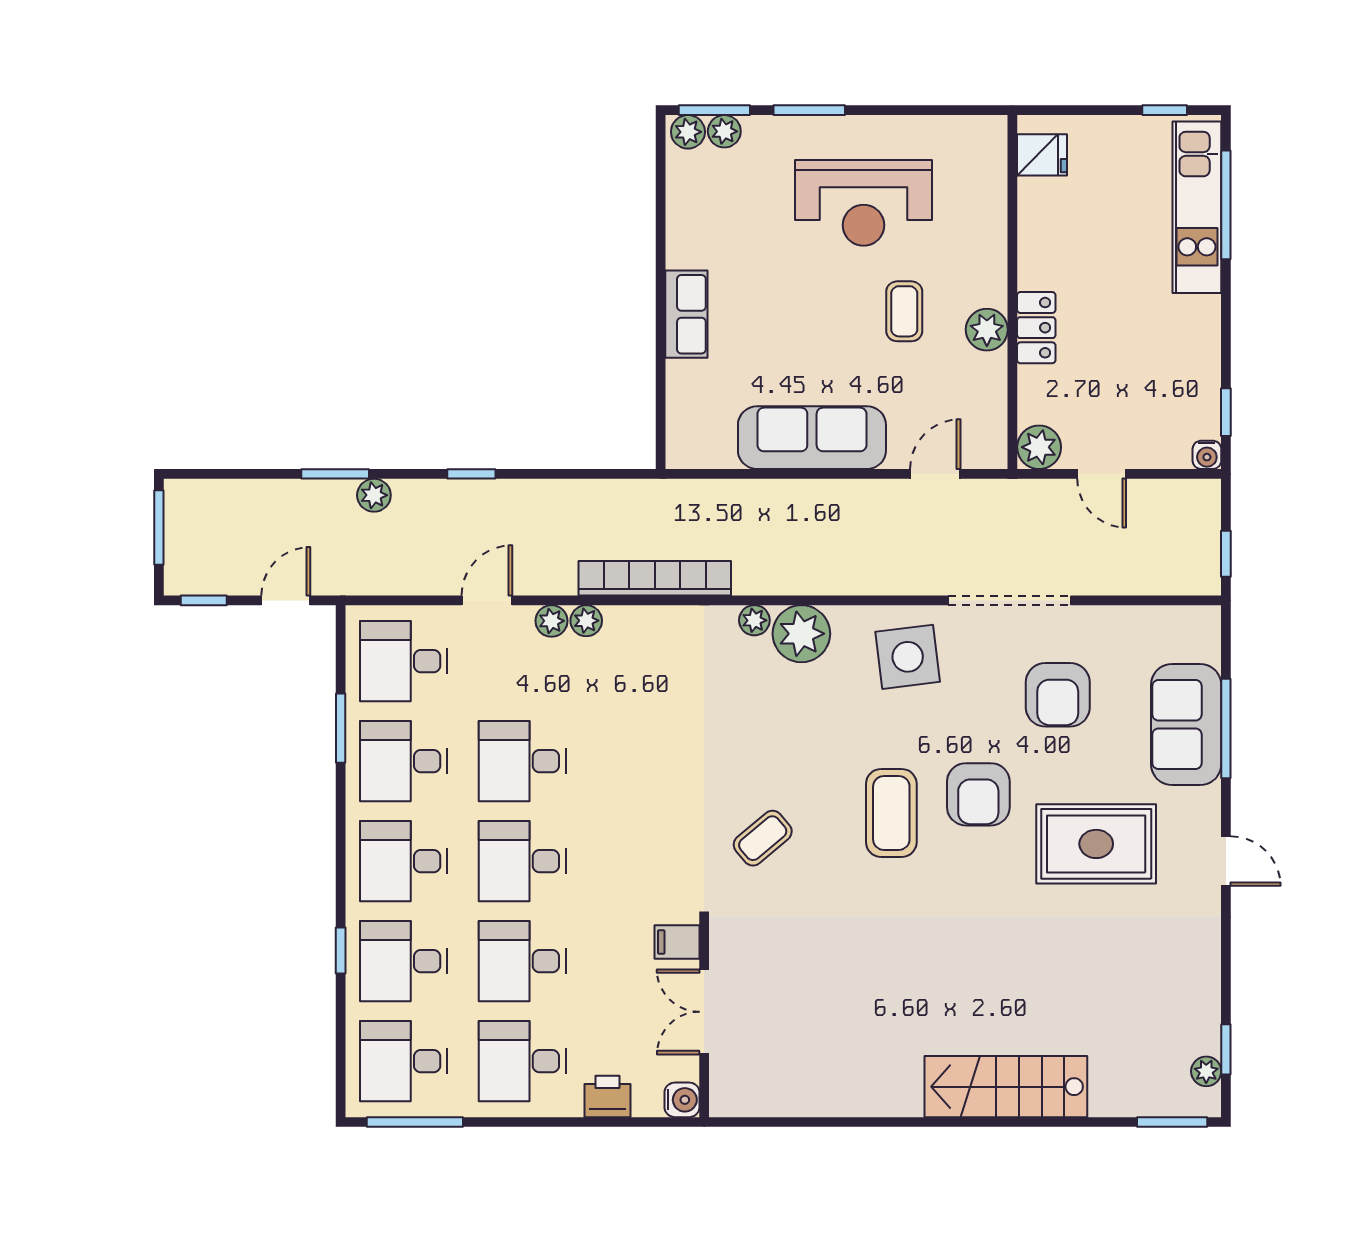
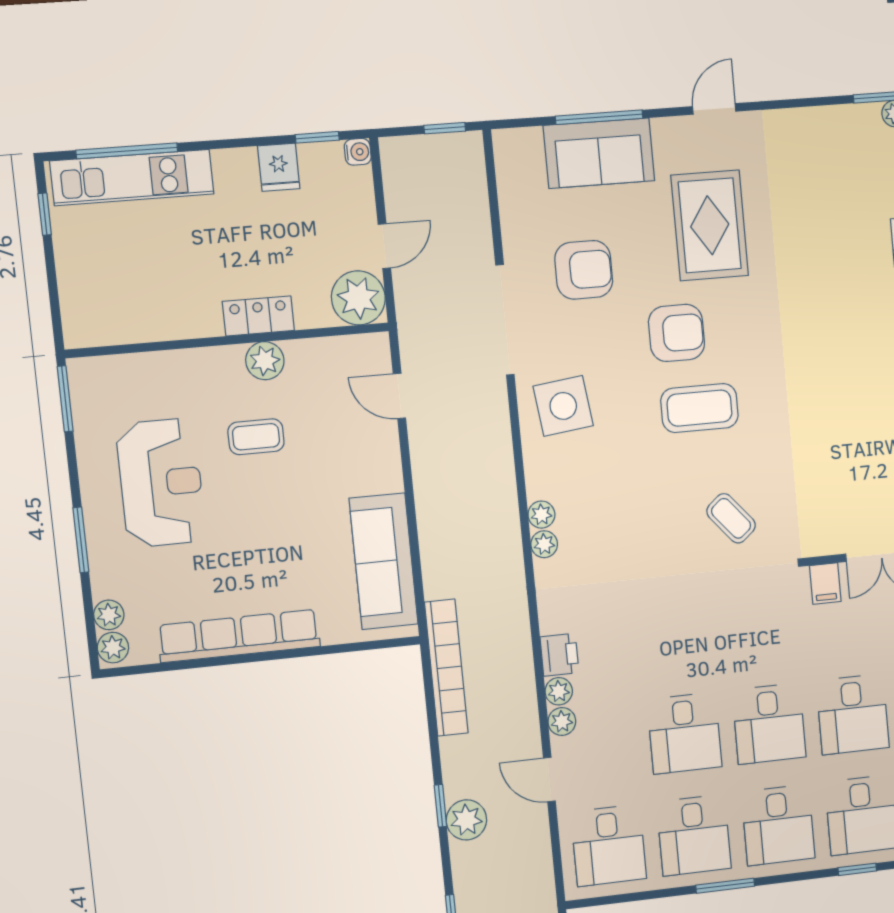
window: (714, 110) -> (65, 399), moved
fridge: (1042, 155) -> (279, 167), moved, turned 180
row of seats: (686, 314) -> (239, 636), width x2.02
sofa: (812, 438) -> (384, 561), moved
plant: (1039, 447) -> (358, 298), width x1.36, depth x1.36
plant: (374, 495) -> (466, 820), moved, width x1.38, depth x1.38
bookcase: (655, 578) -> (446, 668), moved, turned 180
printer: (628, 626) -> (559, 655), added
plant: (801, 634) -> (541, 515), width x0.53, depth x0.53
window: (341, 728) -> (725, 886), moved

